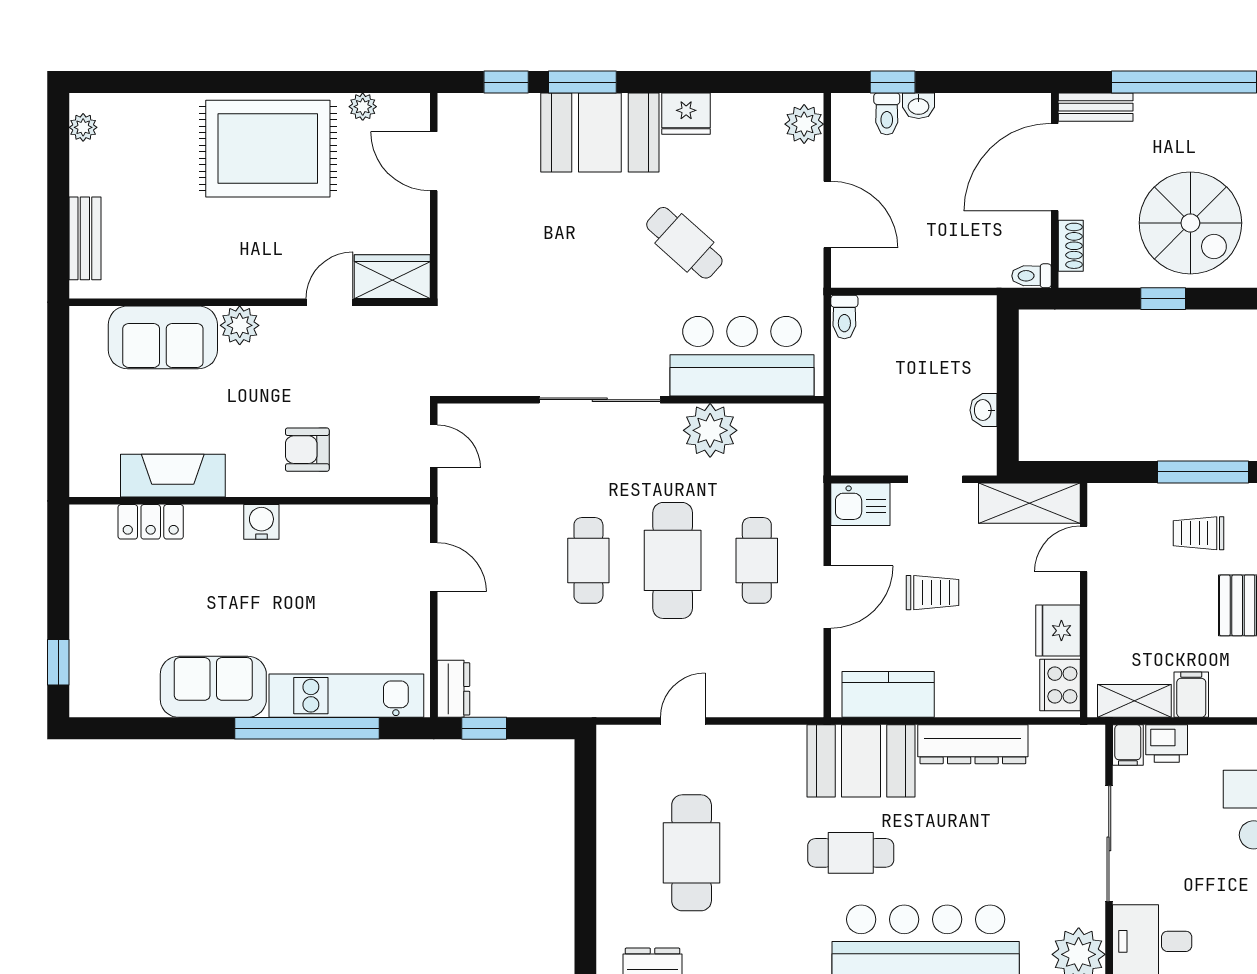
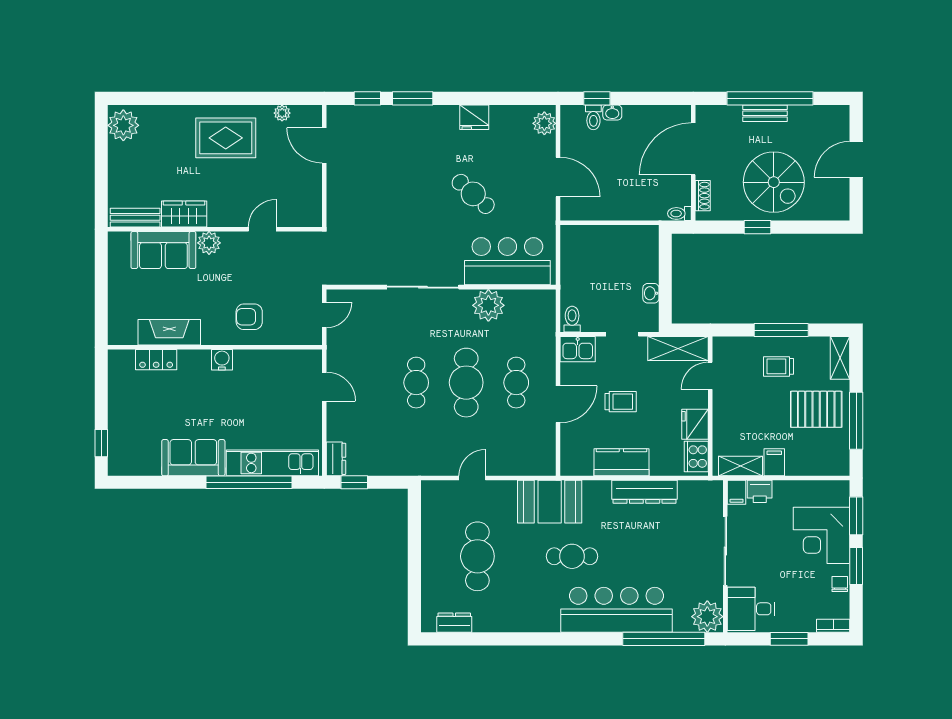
bench: (1096, 107) -> (765, 113), moved
plant: (83, 127) -> (123, 125), width x1.87, depth x1.87
booth: (600, 132) -> (423, 128), removed
rug: (268, 149) -> (226, 138), width x0.73, depth x0.69
bench: (85, 238) -> (135, 218), moved, turned 90
wardrobe: (392, 277) -> (184, 214), moved
toilet: (844, 317) -> (572, 319), moved, turned 180
door: (434, 446) -> (324, 315), hinge flipped
kitchen counter: (888, 694) -> (621, 462), moved
booth: (861, 761) -> (550, 502), moved

